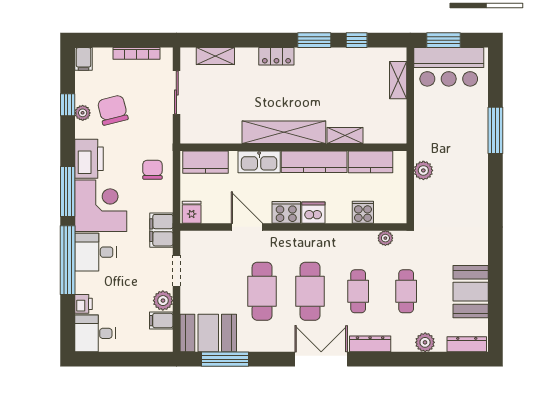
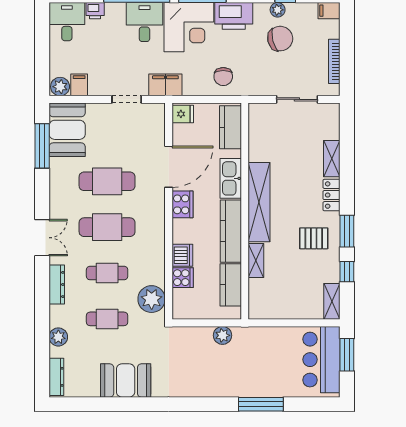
shelving: (215, 56) -> (332, 159), moved
pallet: (322, 75) -> (314, 238), added
shelving: (398, 80) -> (332, 301), moved, turned 90
chair: (152, 170) -> (223, 77), turned 90
dishwasher: (313, 213) -> (182, 255), moved
door: (247, 227) -> (169, 167), width x1.36
plant: (385, 238) -> (152, 299), width x1.88, depth x1.88
booth: (471, 292) -> (126, 380), moved
plant: (163, 301) -> (60, 87), moved
double door: (321, 359) -> (42, 238), width x0.73

